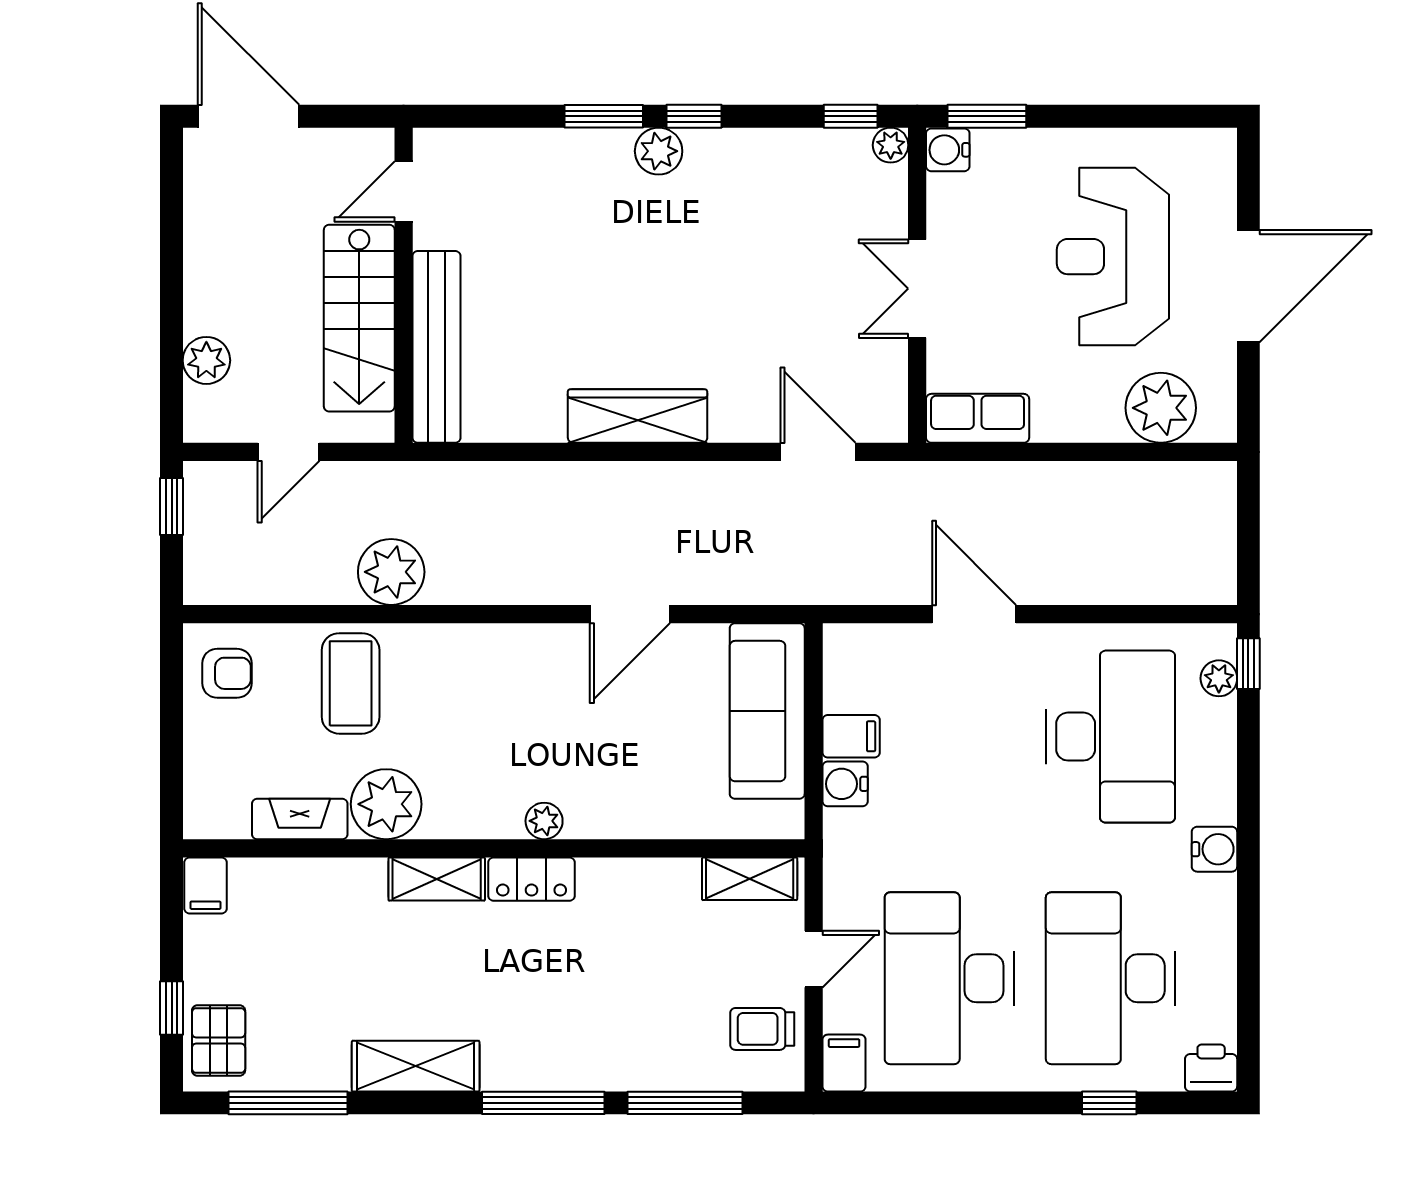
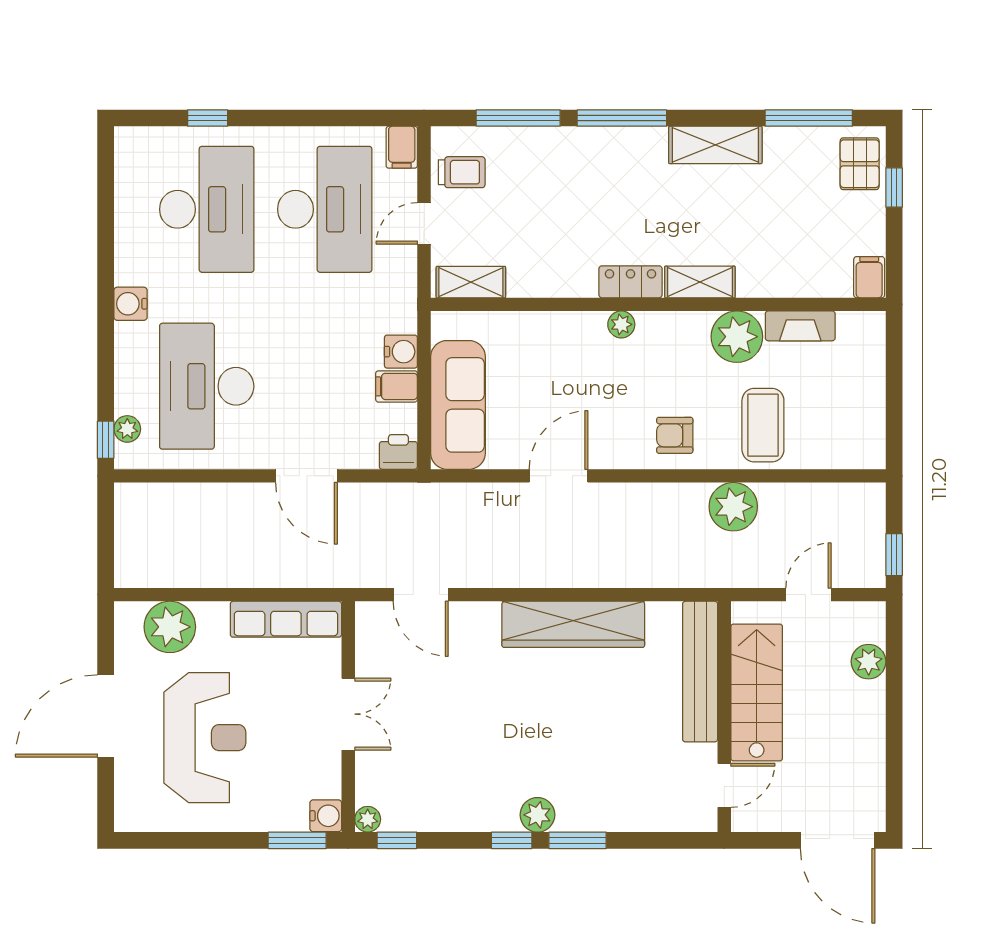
wardrobe: (638, 416) -> (573, 624), width x1.40, depth x1.17
row of seats: (978, 418) -> (286, 619), width x1.48
armchair: (227, 673) -> (675, 435), moved
printer: (1211, 1068) -> (398, 452), moved, turned 180

